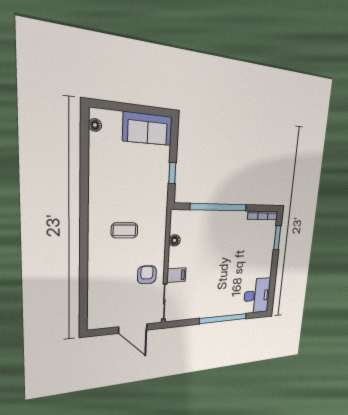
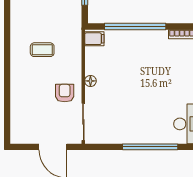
floor lamp: (175, 240) -> (90, 81), moved
filing cabinet: (176, 275) -> (94, 39), moved

